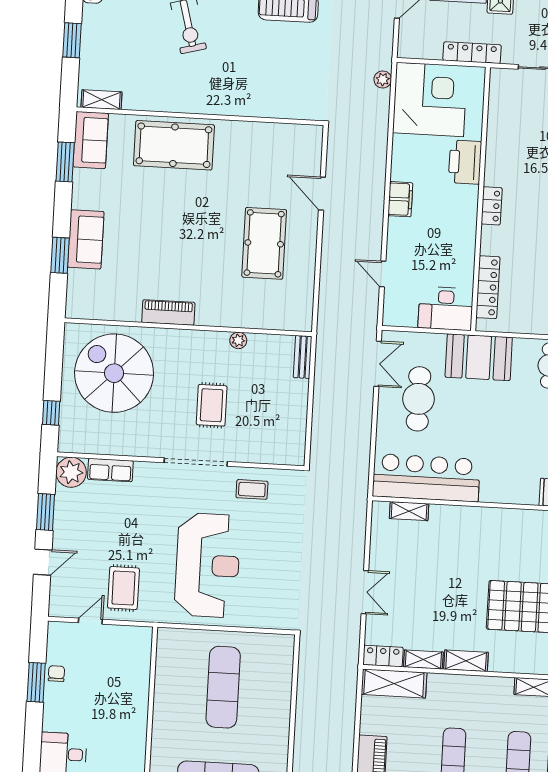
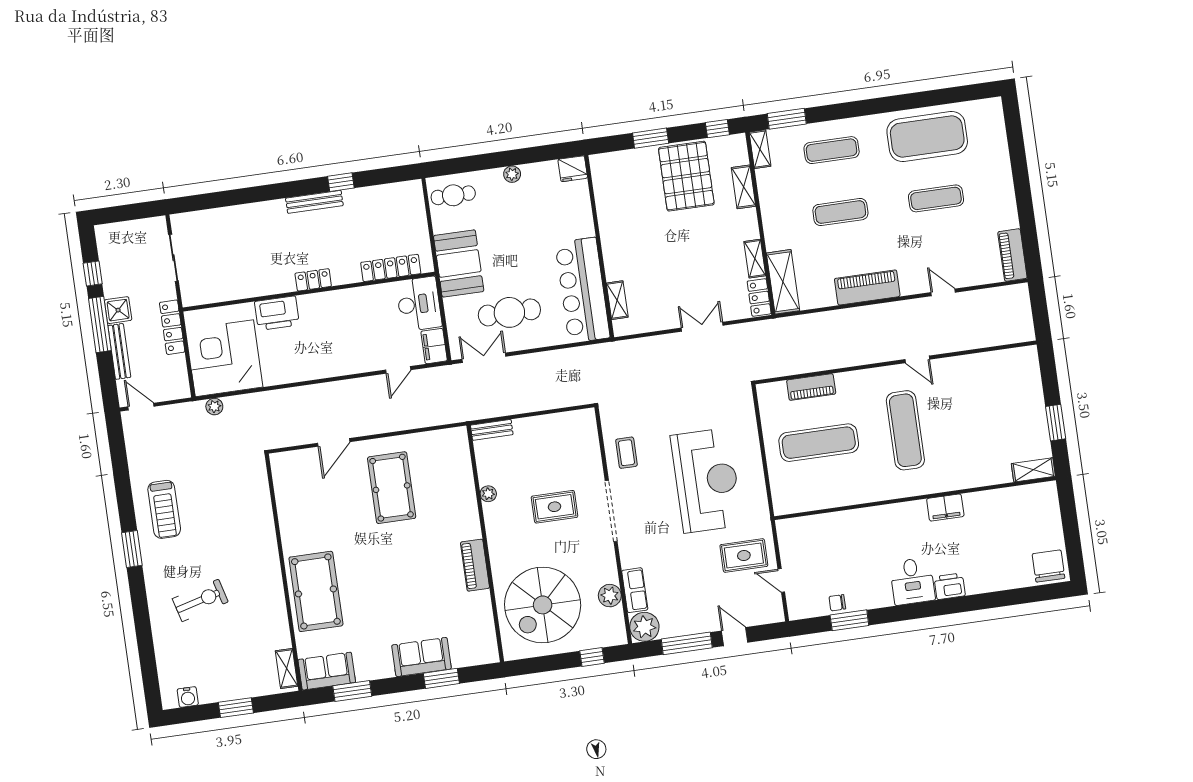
filing cabinet: (400, 199) -> (434, 346), moved, turned -90
pool table: (264, 243) -> (392, 488), turned 90
plant: (110, 443) -> (610, 596), added
window: (46, 512) -> (687, 643), width x1.44
reception desk: (208, 565) -> (706, 480), turned 90
shelving: (466, 661) -> (743, 187), moved
piano: (281, 691) -> (811, 387), added

